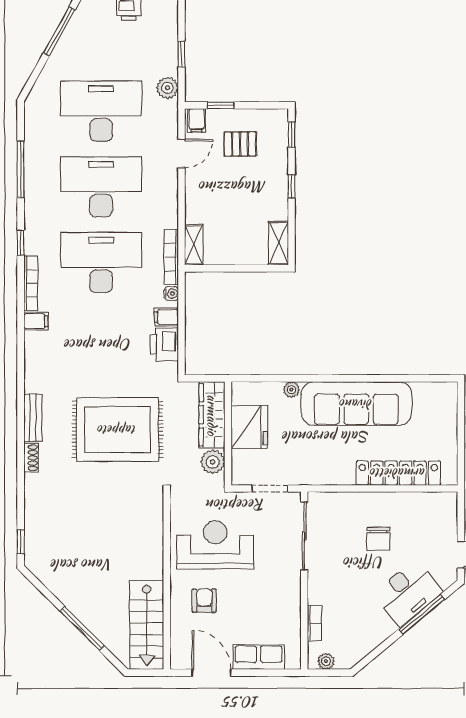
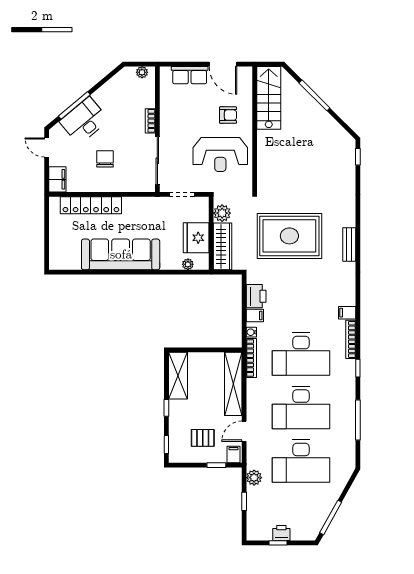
shelving: (278, 243) -> (178, 376), width x1.50, depth x1.33
shelving: (194, 245) -> (233, 384), width x2.20, depth x1.33
plant: (291, 390) -> (188, 264), moved
shoe rack: (31, 458) -> (351, 216), removed
filing cabinet: (446, 510) -> (57, 179), added
armchair: (204, 601) -> (228, 115), turned -90
bookcase: (314, 623) -> (150, 121), moved

